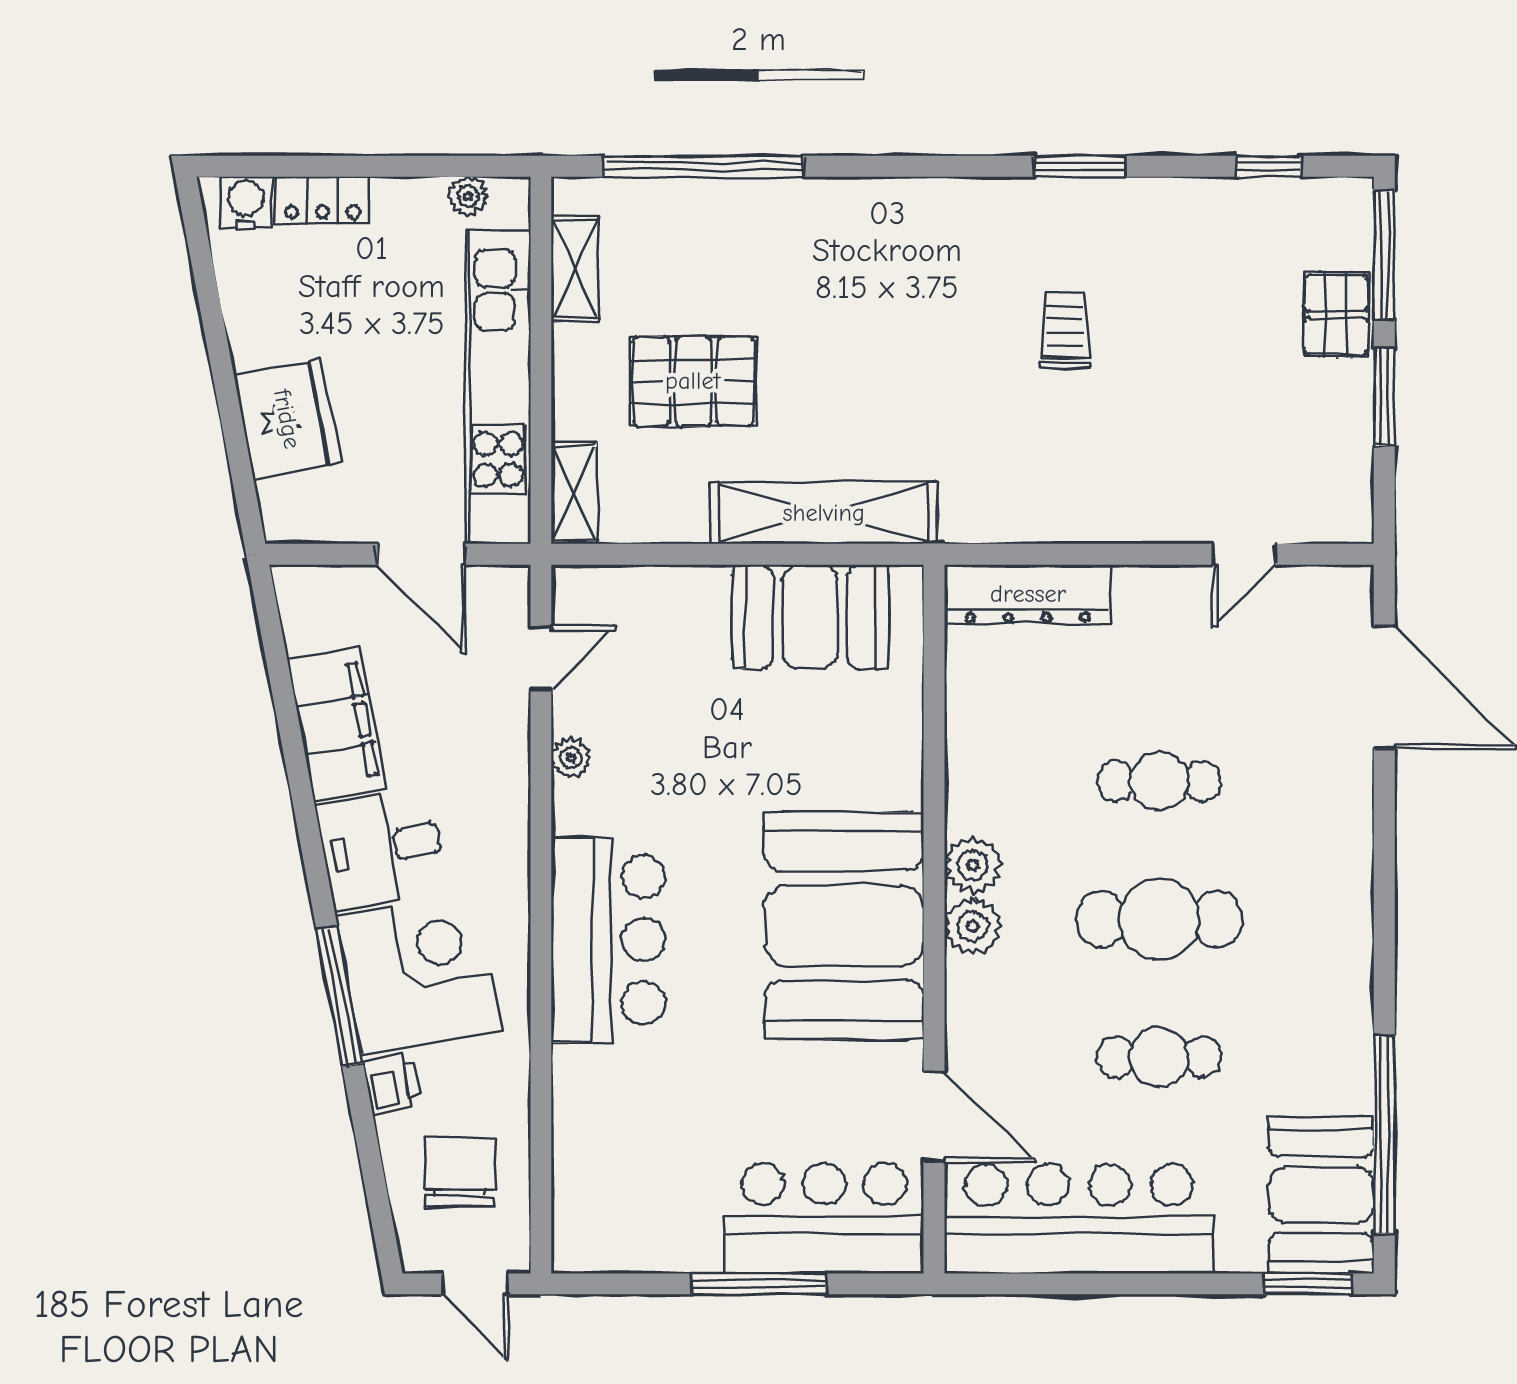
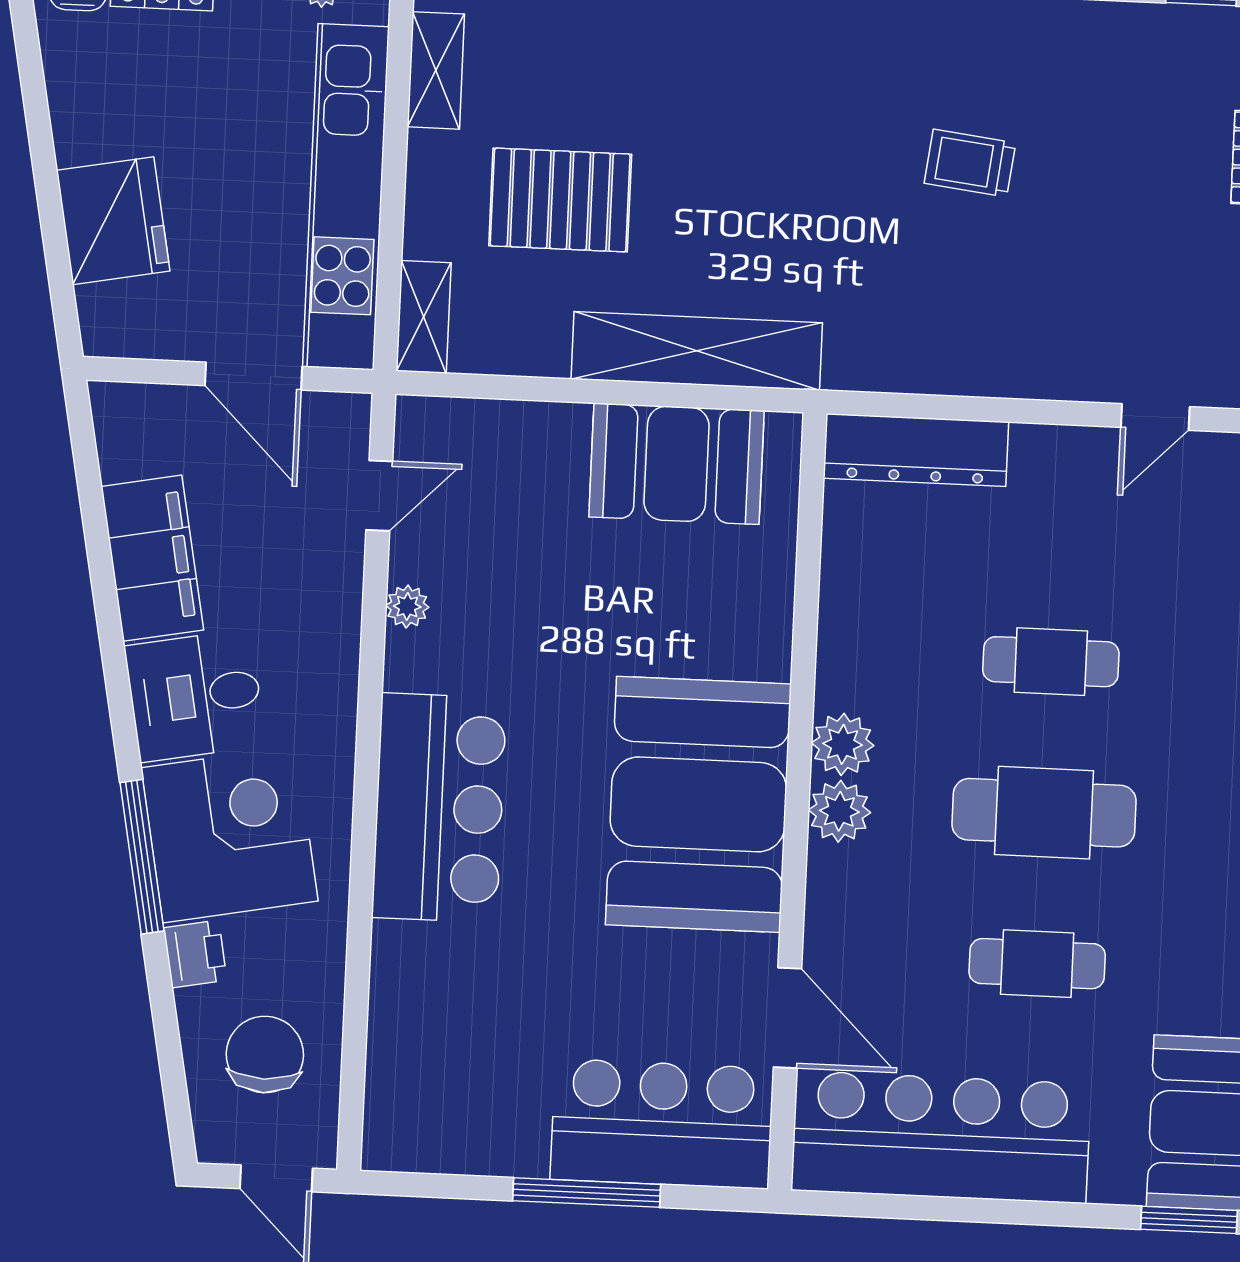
trolley: (1065, 331) -> (970, 163), turned -83

